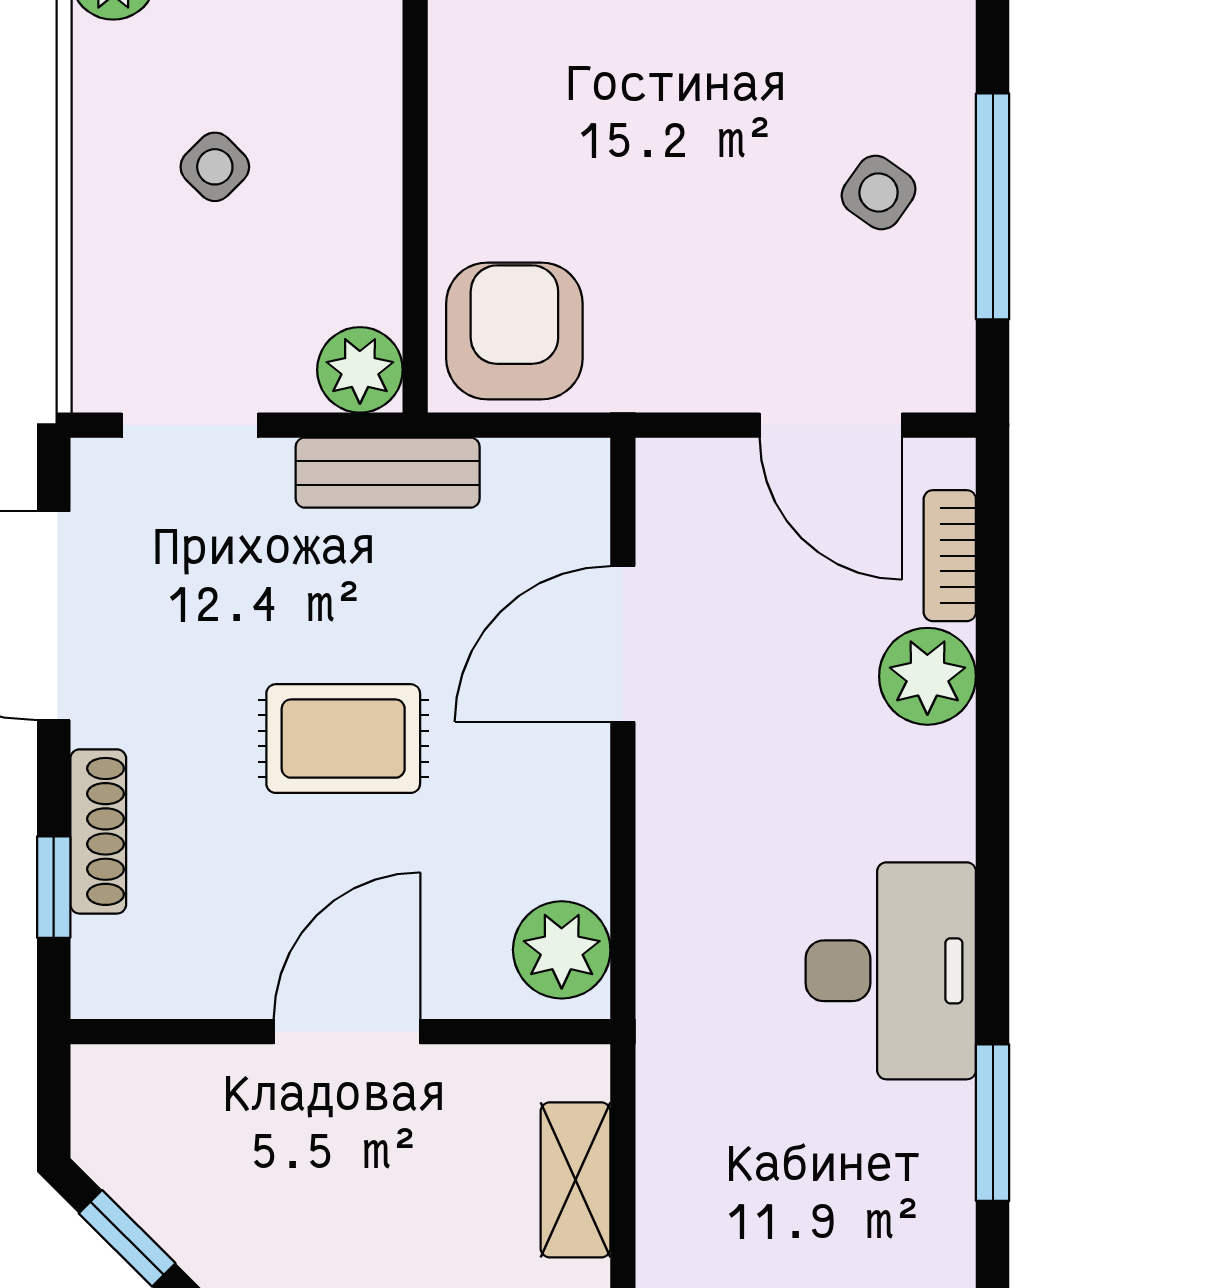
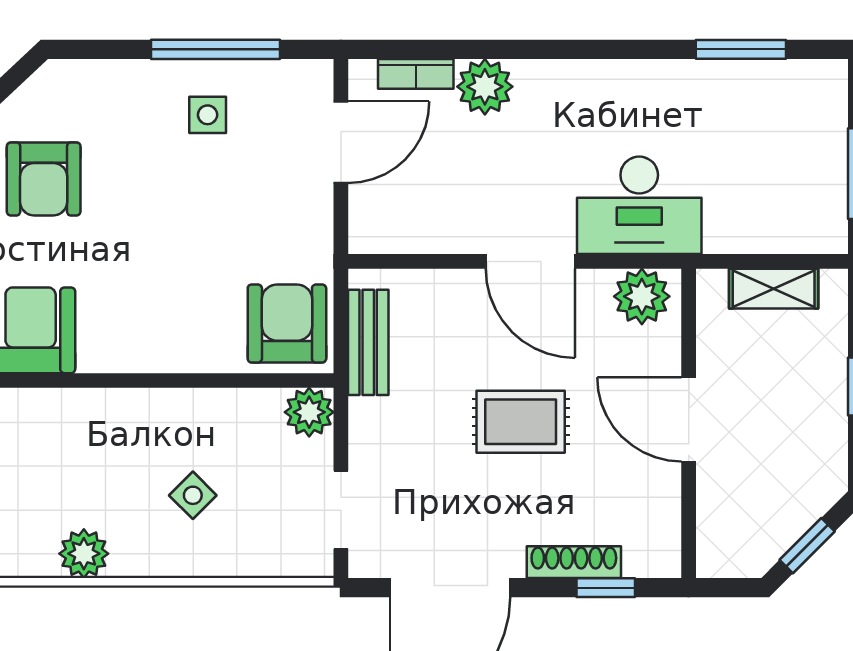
side table: (879, 192) -> (208, 115), turned -35
armchair: (514, 331) -> (287, 324), turned 90
bench: (388, 473) -> (368, 342), moved
door: (623, 644) -> (530, 261), moved
rug: (343, 739) -> (521, 422), turned 90
desk: (891, 971) -> (639, 205), moved, turned 180

